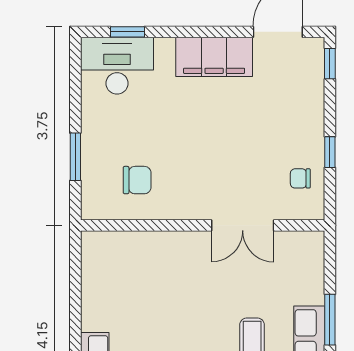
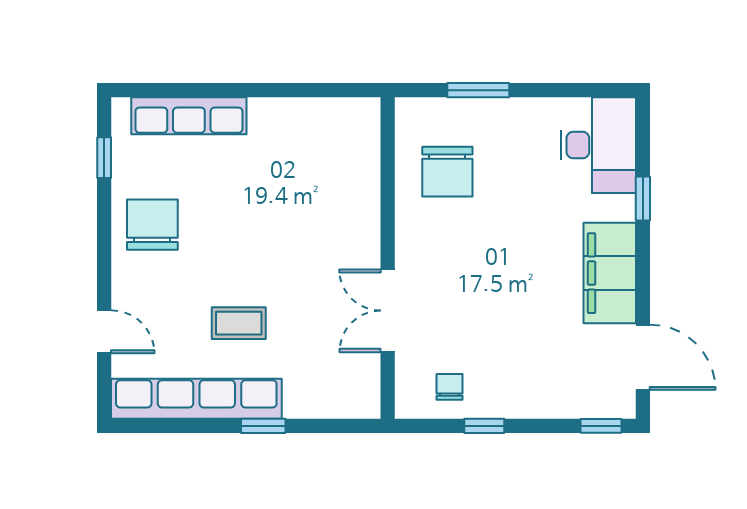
window: (127, 32) -> (643, 199), moved
chair: (137, 180) -> (447, 172), width x1.37, depth x1.37
window: (330, 320) -> (263, 426), width x0.67

